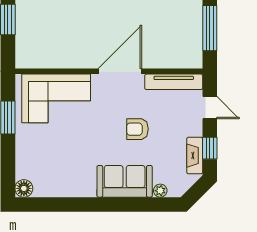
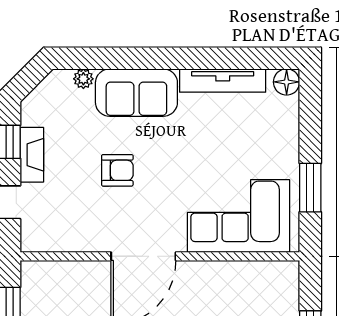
tv unit: (174, 82) -> (223, 81), moved, turned 180
fireplace: (195, 156) -> (32, 155), moved

